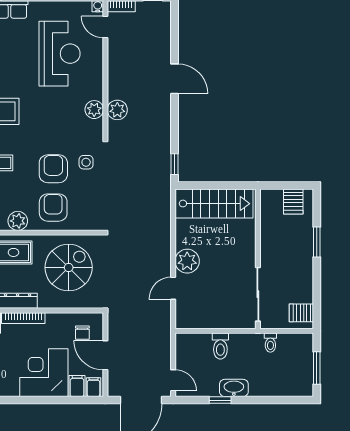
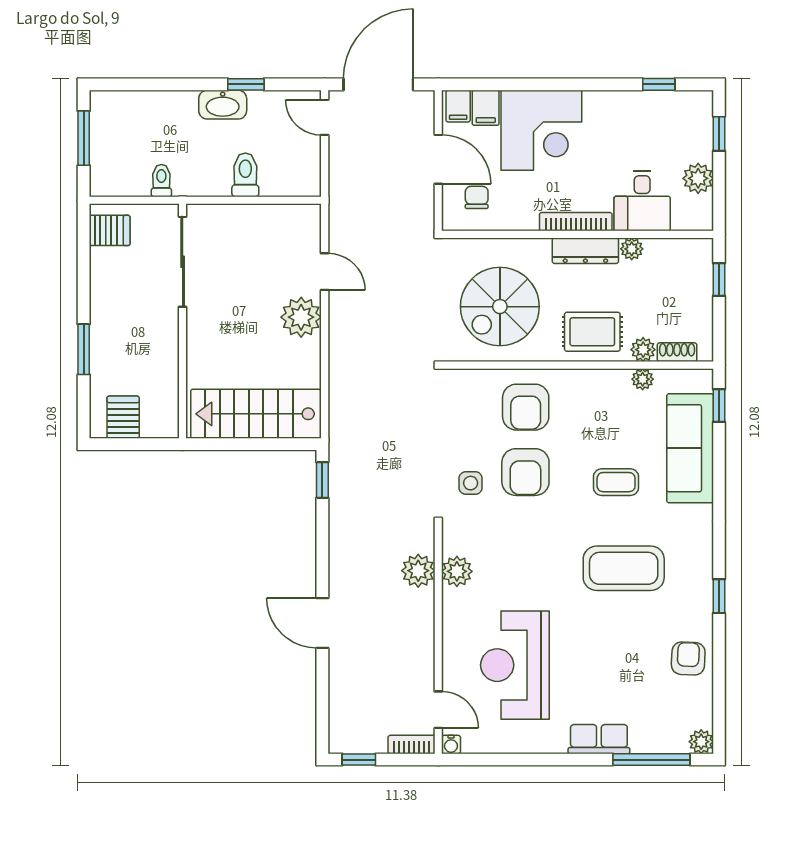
plant: (18, 221) -> (585, 385), removed
door: (173, 288) -> (325, 272), hinge flipped

